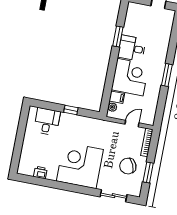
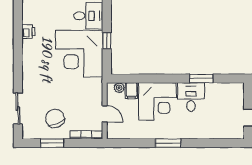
corner desk: (80, 165) -> (79, 54), moved, turned 180
printer: (40, 173) -> (28, 32), moved

